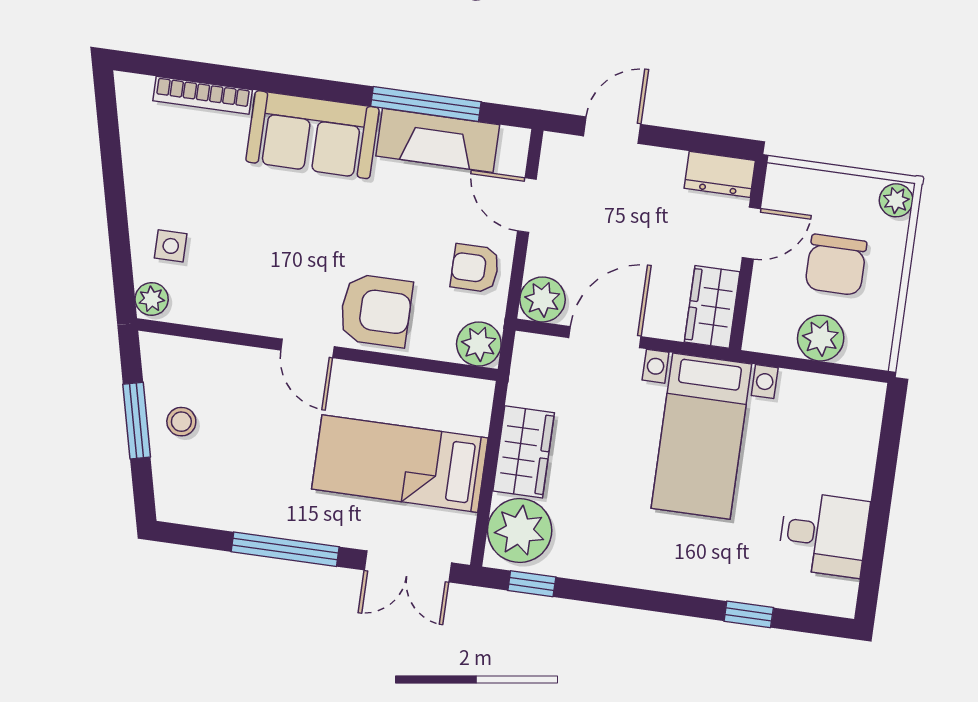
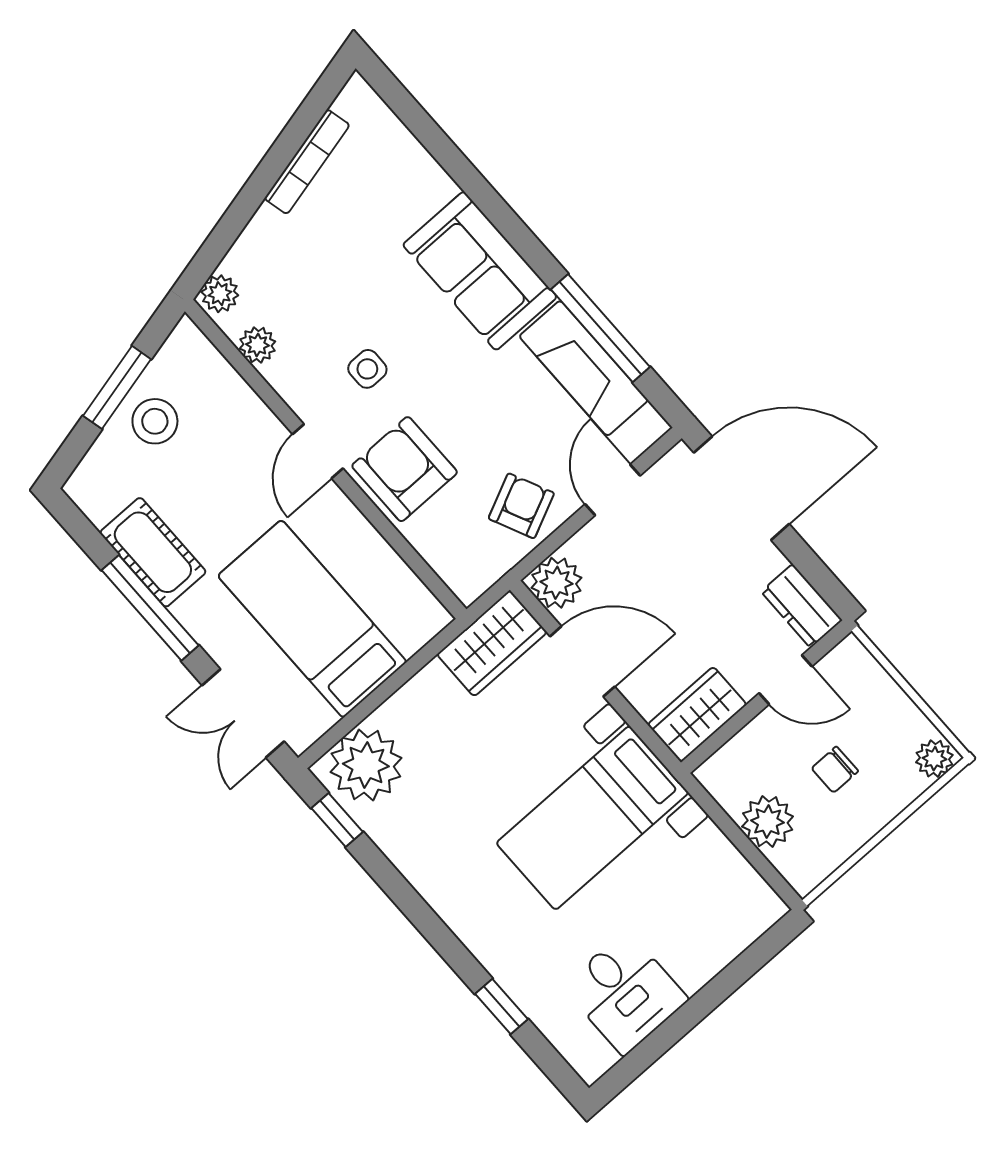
bookcase: (203, 95) -> (307, 162), moved, turned -103
door: (612, 130) -> (742, 488), width x1.87
side table: (171, 246) -> (367, 369), moved
chair: (836, 265) -> (835, 770), width x0.54, depth x0.54
armchair: (475, 268) -> (521, 506), turned 65
armchair: (376, 310) -> (405, 469), turned 180
plant: (479, 344) -> (257, 345), moved, width x0.73, depth x0.73
stool: (181, 422) -> (155, 421), width x1.37, depth x1.37
wardrobe: (524, 452) -> (492, 643), moved
cot: (255, 510) -> (153, 552), added

